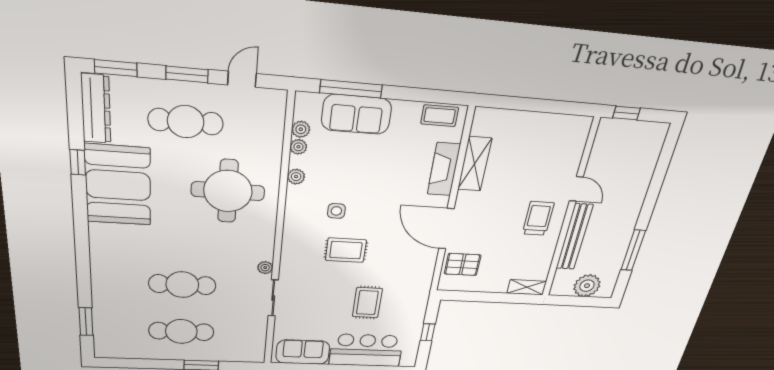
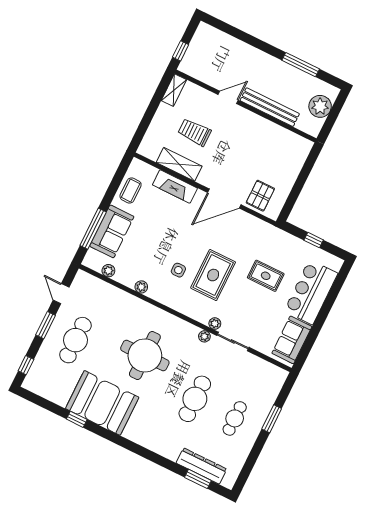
window: (116, 68) -> (26, 365), width x0.67
dresser: (96, 109) -> (201, 466), moved
coffee table: (440, 116) -> (131, 191), moved
plant: (298, 147) -> (215, 324), moved
round table: (228, 191) -> (145, 355), moved
trolley: (538, 218) -> (194, 132), moved
rug: (346, 250) -> (213, 275), width x1.36, depth x1.43
shelving: (527, 287) -> (174, 90), moved
cafe table: (181, 331) -> (235, 418), width x0.73, depth x0.74

